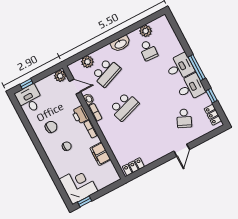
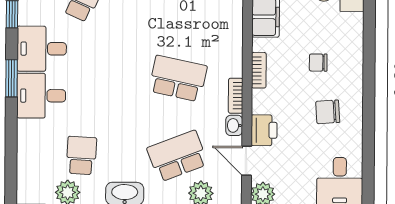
window: (197, 68) -> (12, 78), width x0.69
school desk: (124, 106) -> (178, 78), turned 30
printer: (80, 115) -> (264, 130), moved

